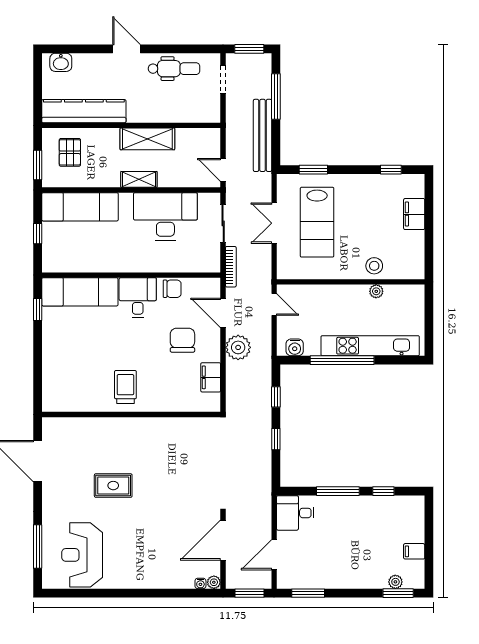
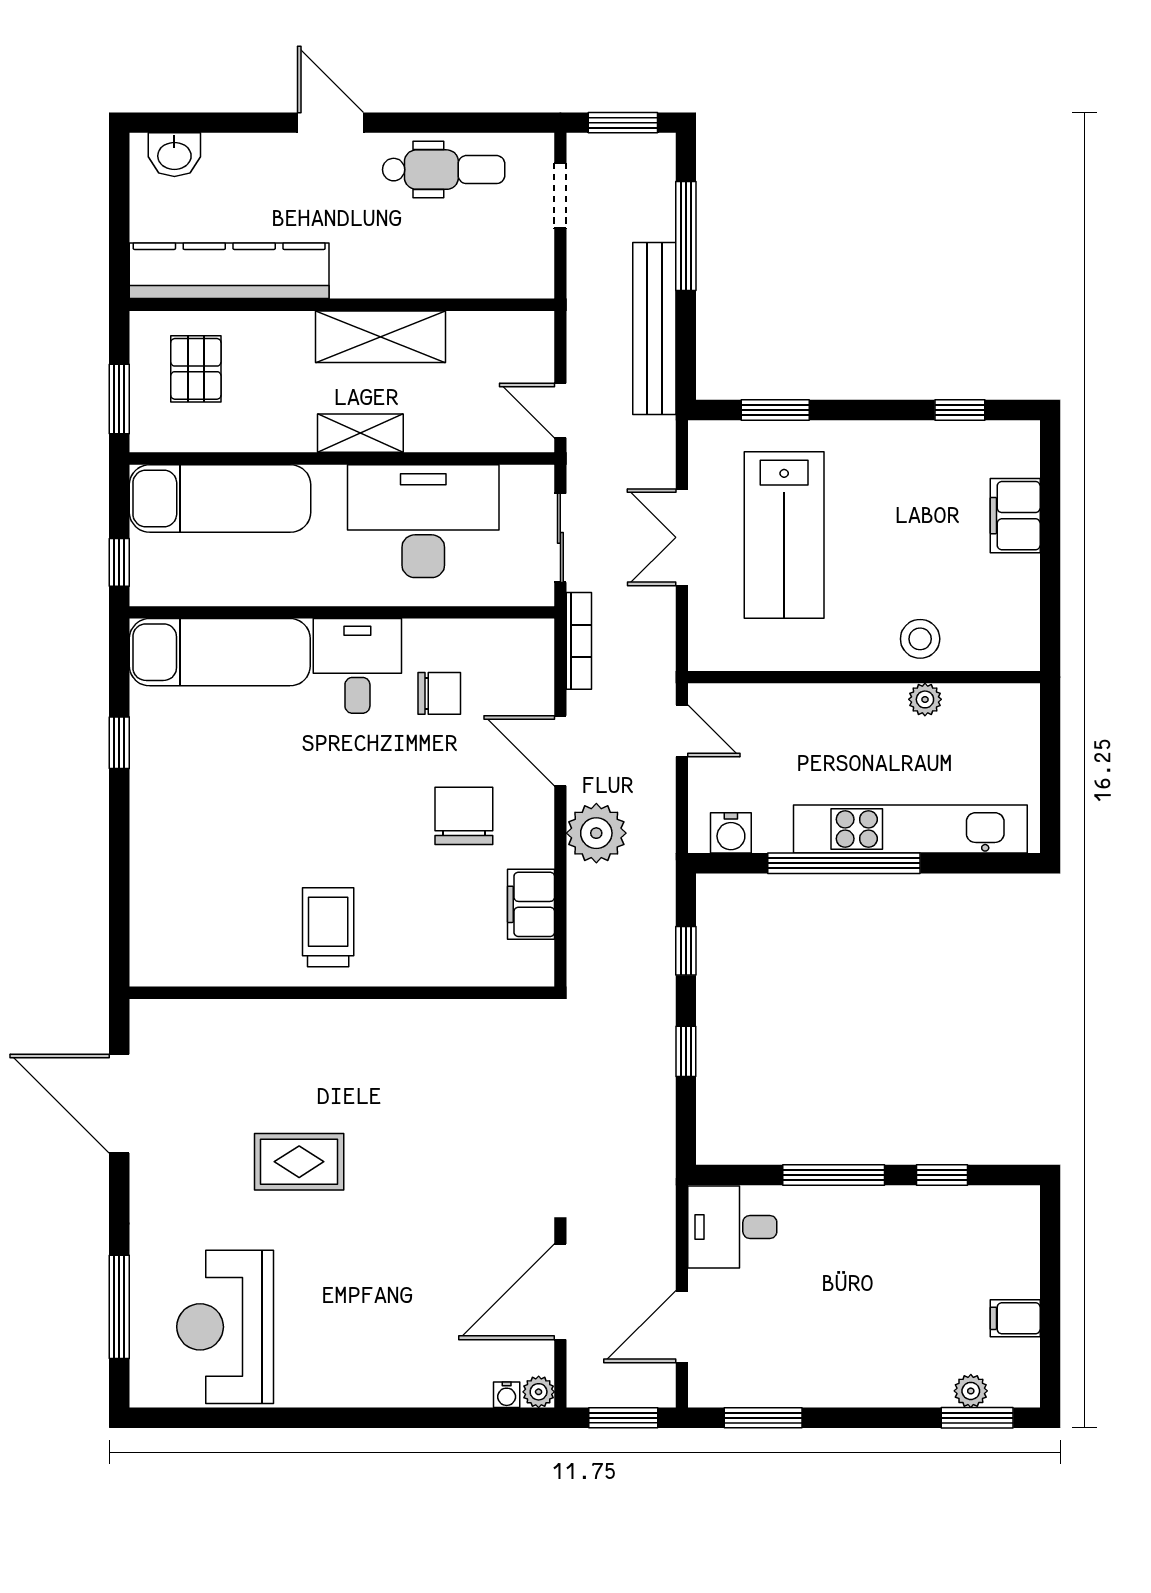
wall: (131, 275) -> (342, 612), moved
exam couch: (80, 292) -> (220, 652), moved
desk: (138, 298) -> (357, 666), moved

